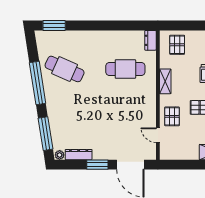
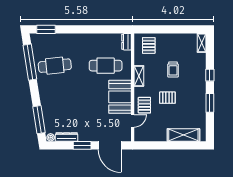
cafe table: (65, 69) -> (55, 66), turned -30
window: (38, 83) -> (30, 62), moved
booth: (143, 106) -> (120, 97), added
door: (158, 135) -> (133, 121), swing flipped

